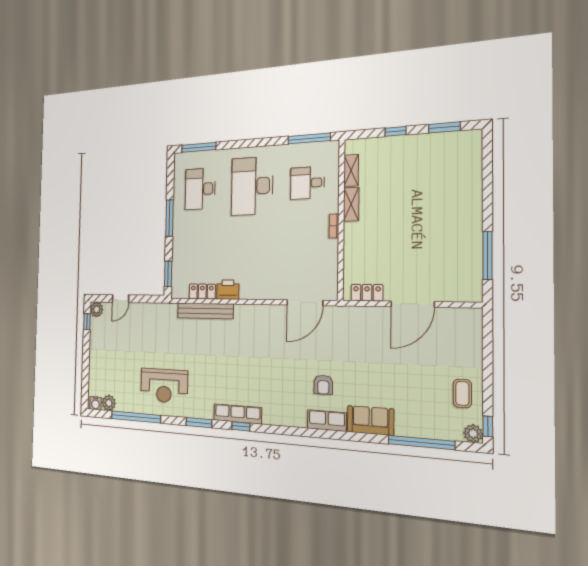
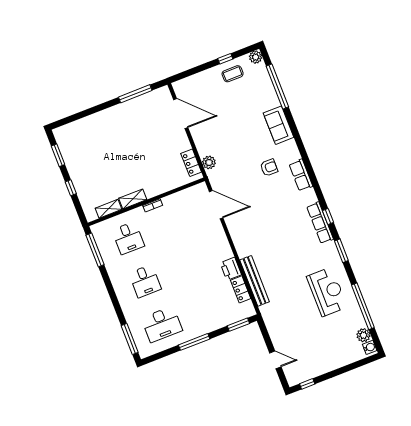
desk: (252, 186) -> (145, 281), width x0.53, depth x0.77
door: (413, 304) -> (181, 114), moved
plant: (97, 309) -> (209, 162), moved
row of seats: (327, 421) -> (301, 175), moved
window: (488, 426) -> (225, 59), moved

